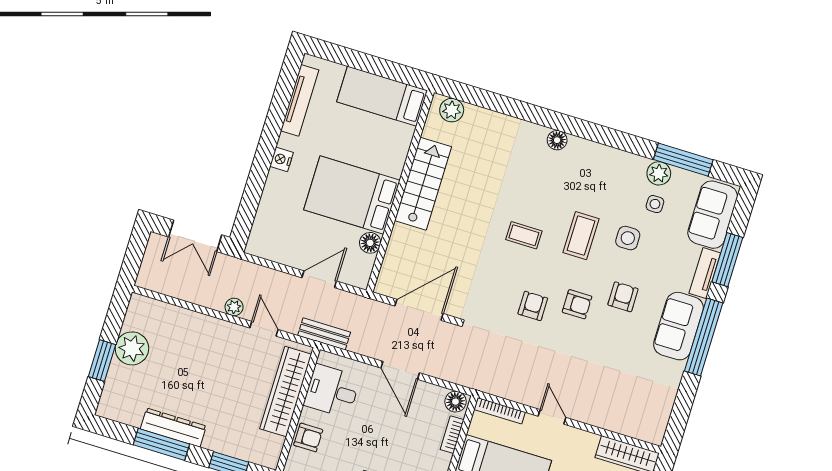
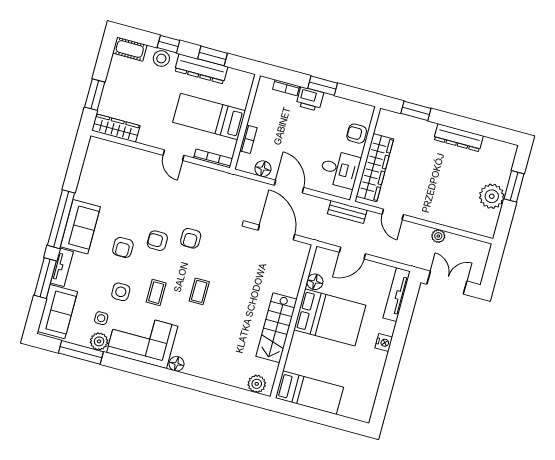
tv unit: (300, 100) -> (397, 295), moved
corner sofa: (602, 174) -> (142, 339), added
coffee table: (524, 235) -> (199, 291), turned 90
coffee table: (581, 236) -> (156, 293), width x0.73, depth x0.77
plant: (234, 307) -> (438, 236), moved
door: (419, 310) -> (276, 232), swing flipped
floor lamp: (455, 402) -> (263, 169), moved
window: (161, 444) -> (467, 125), removed

